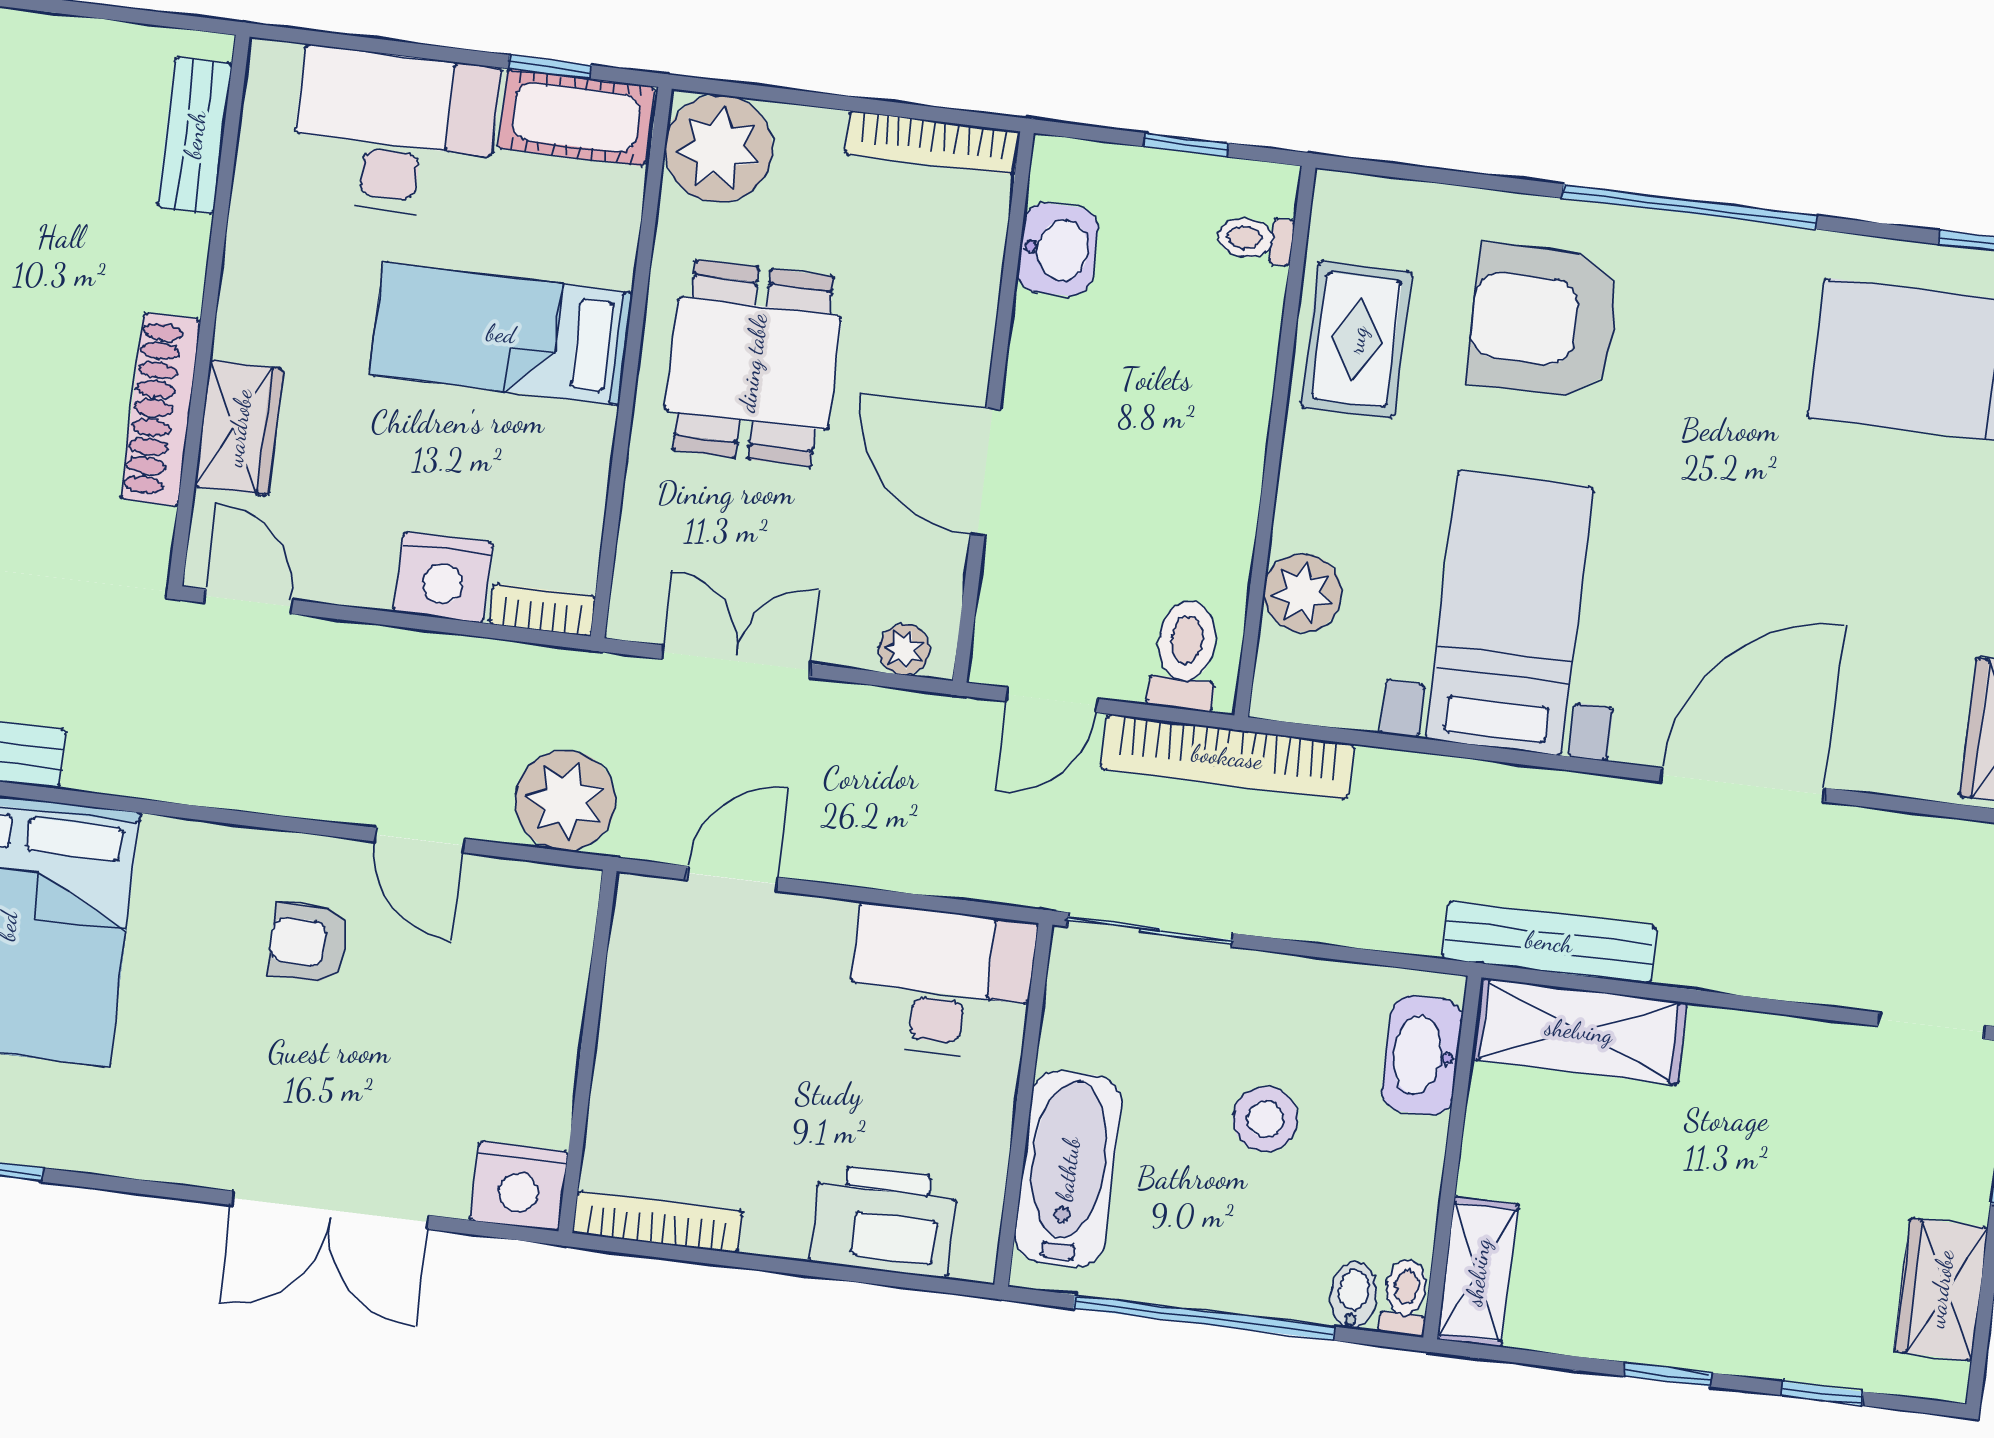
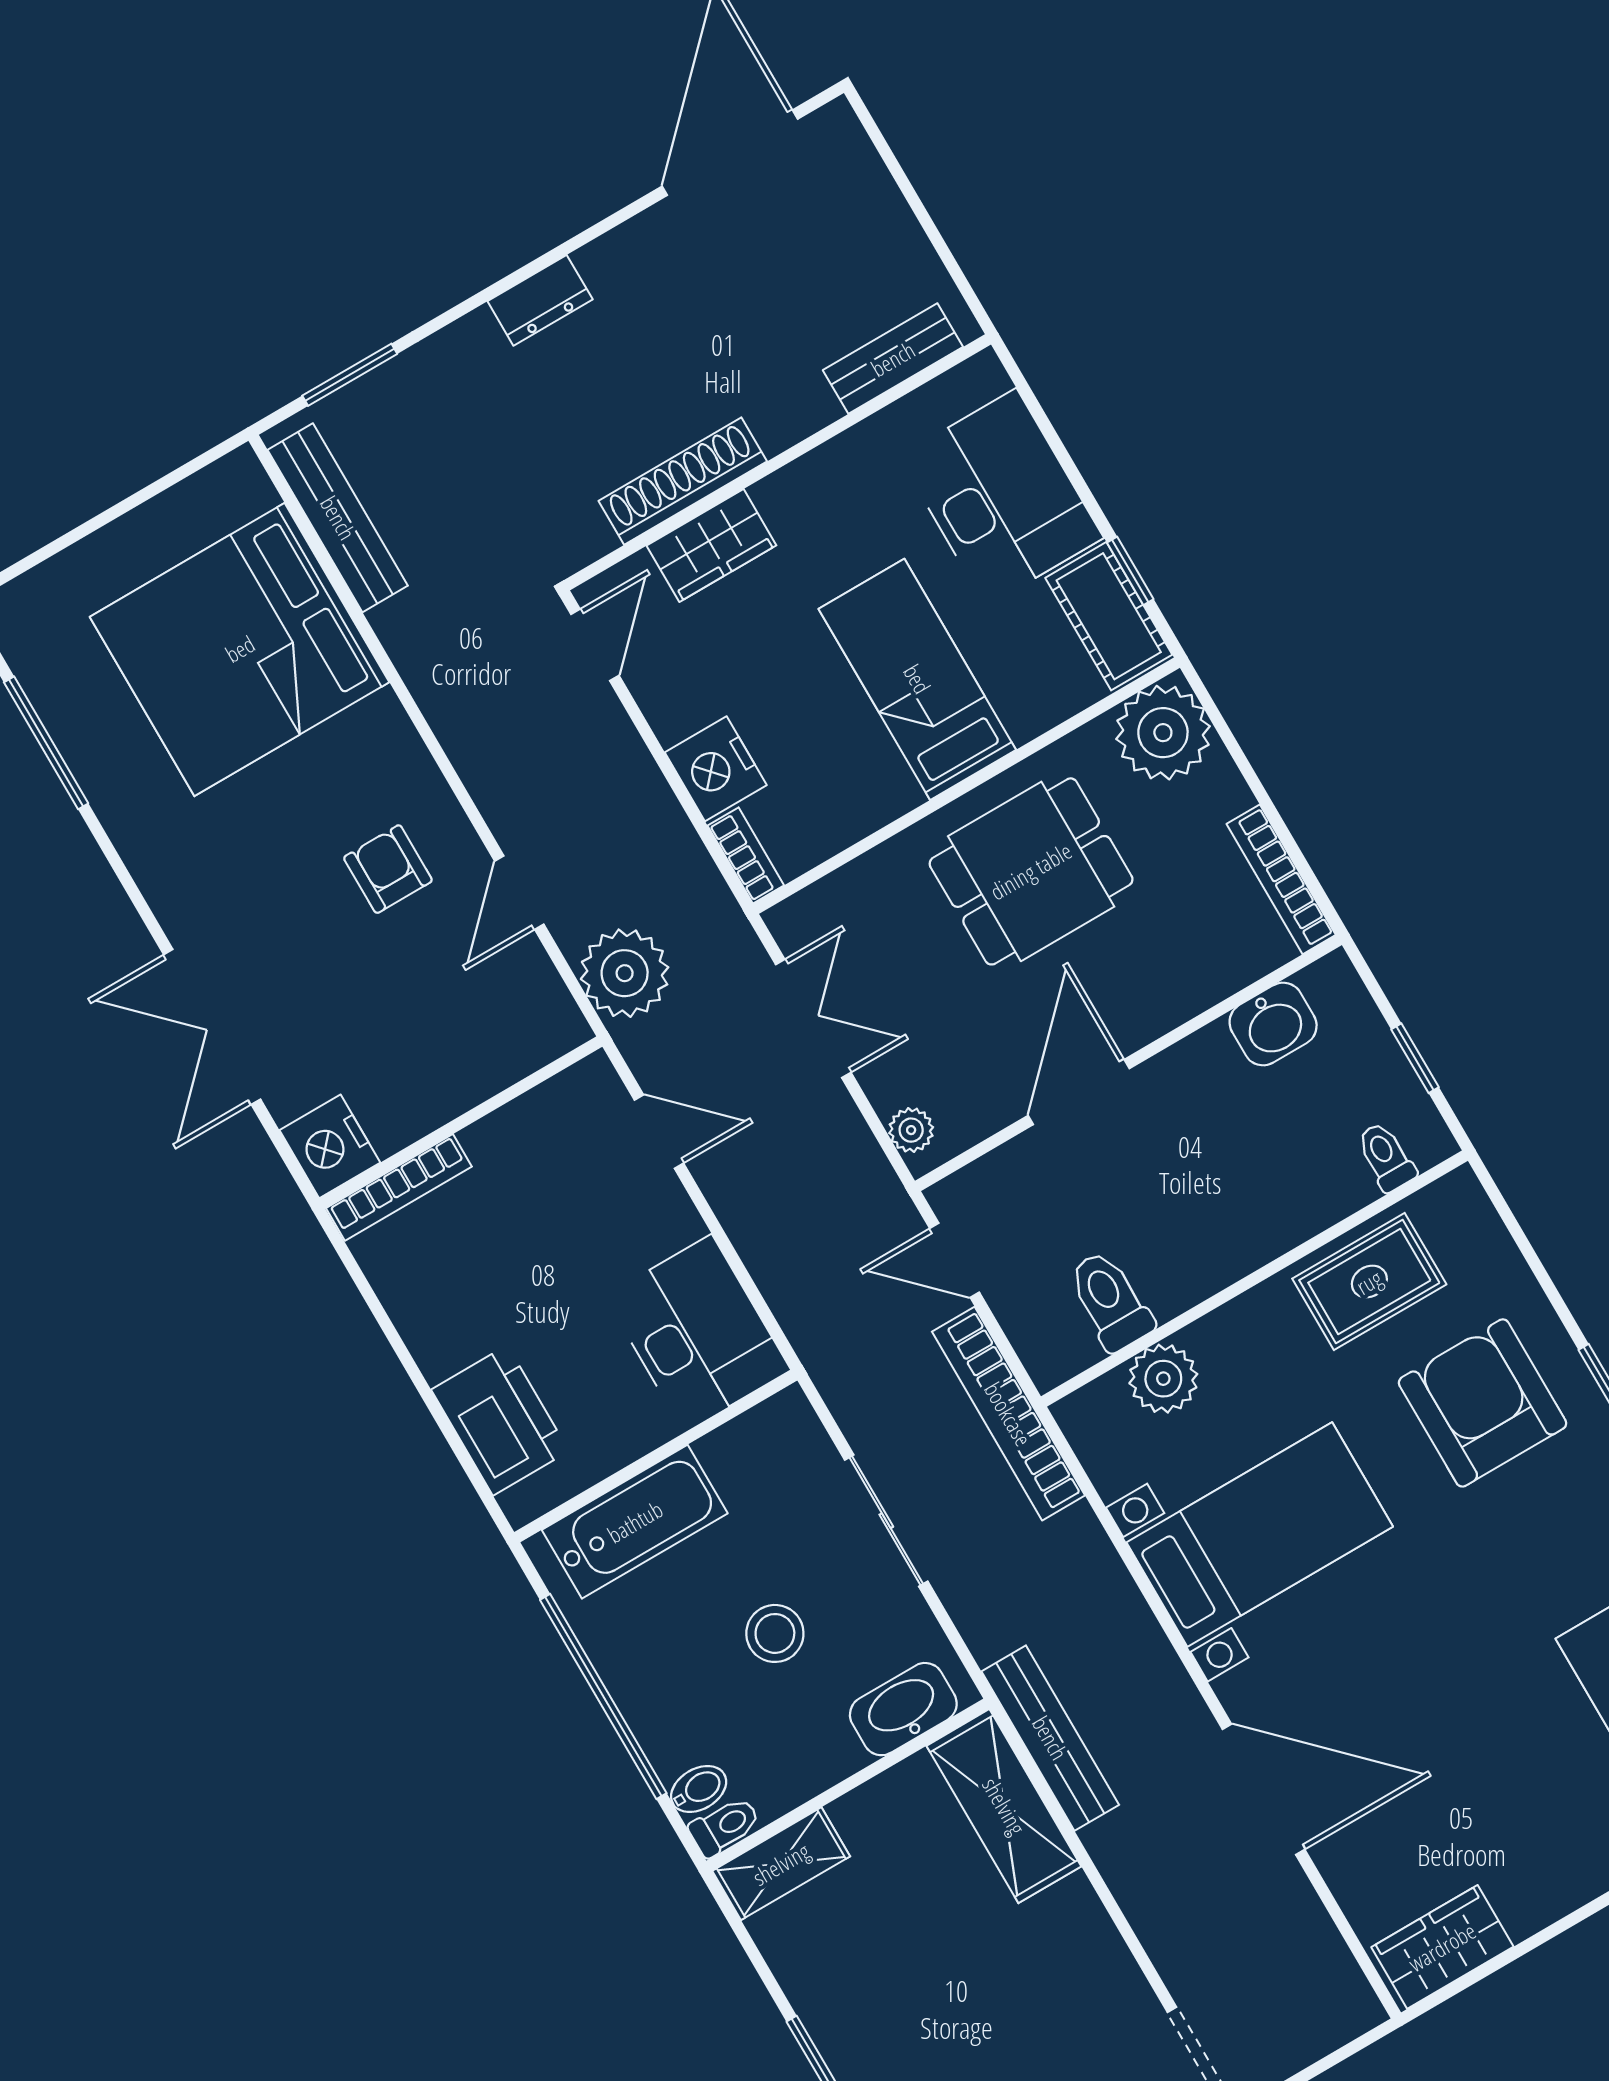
toilet: (1185, 655) -> (1110, 1301), moved, turned -90
sliding door: (1150, 930) -> (886, 1521), moved
bookcase: (658, 1222) -> (399, 1187), moved, turned 90

